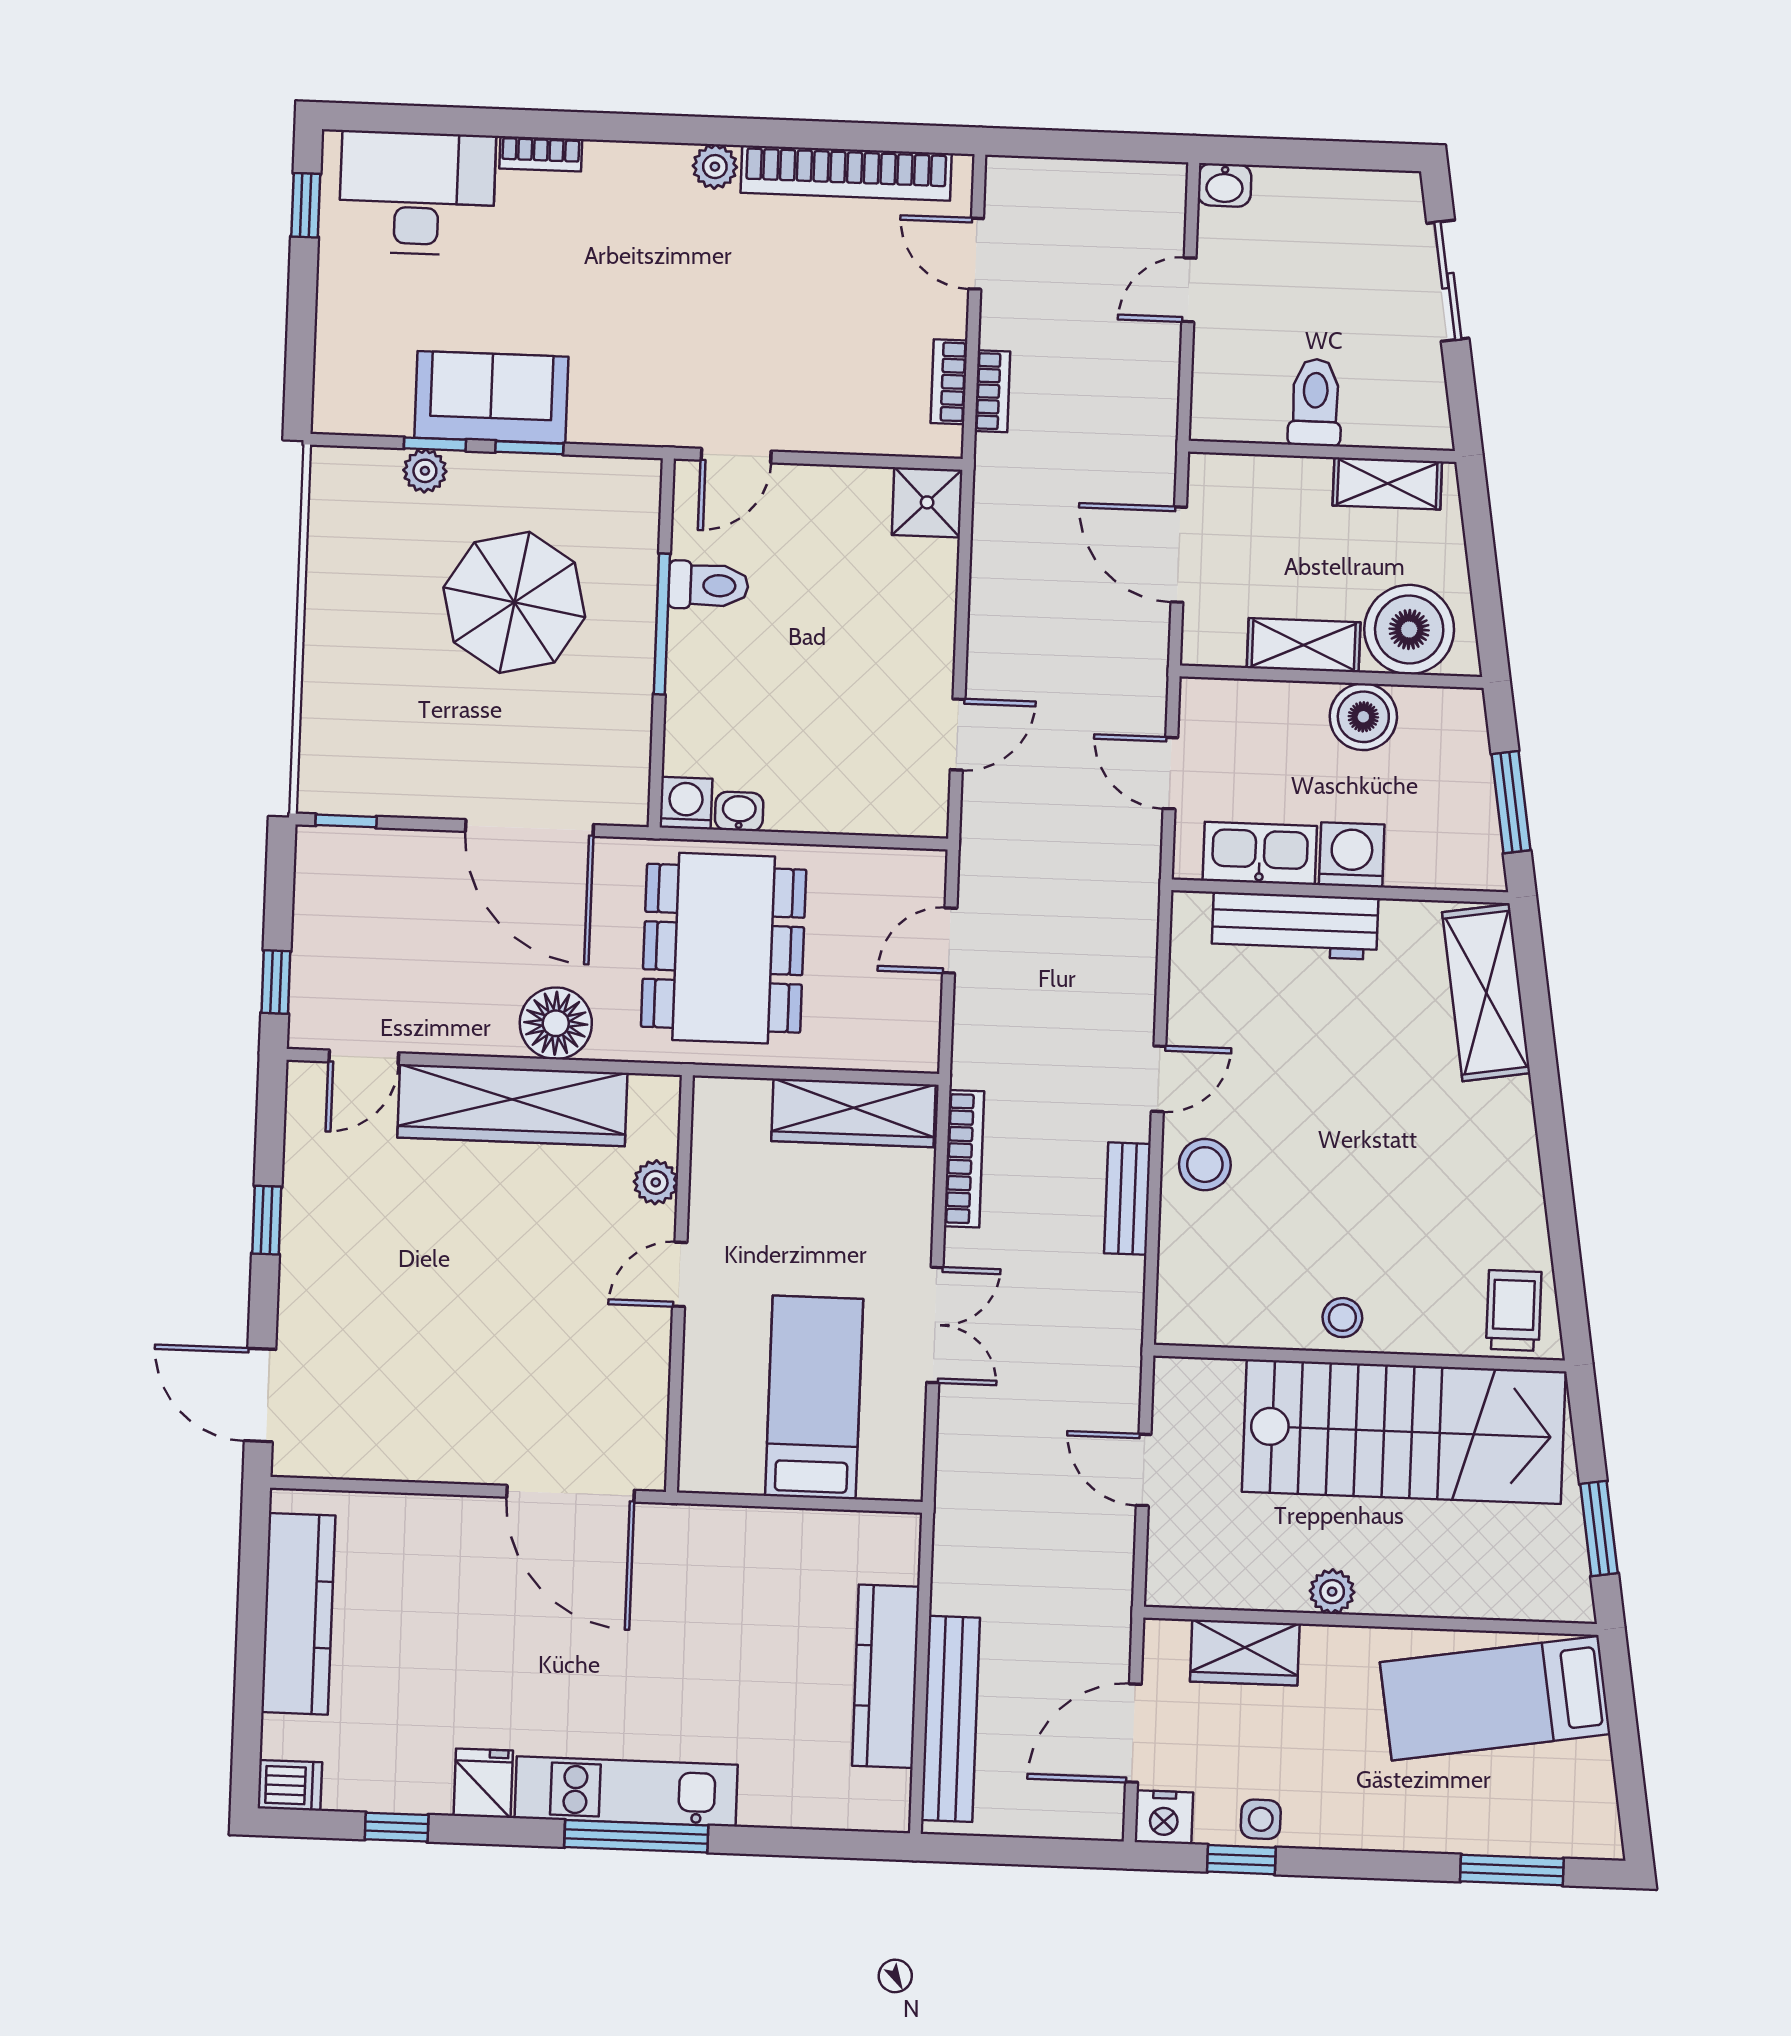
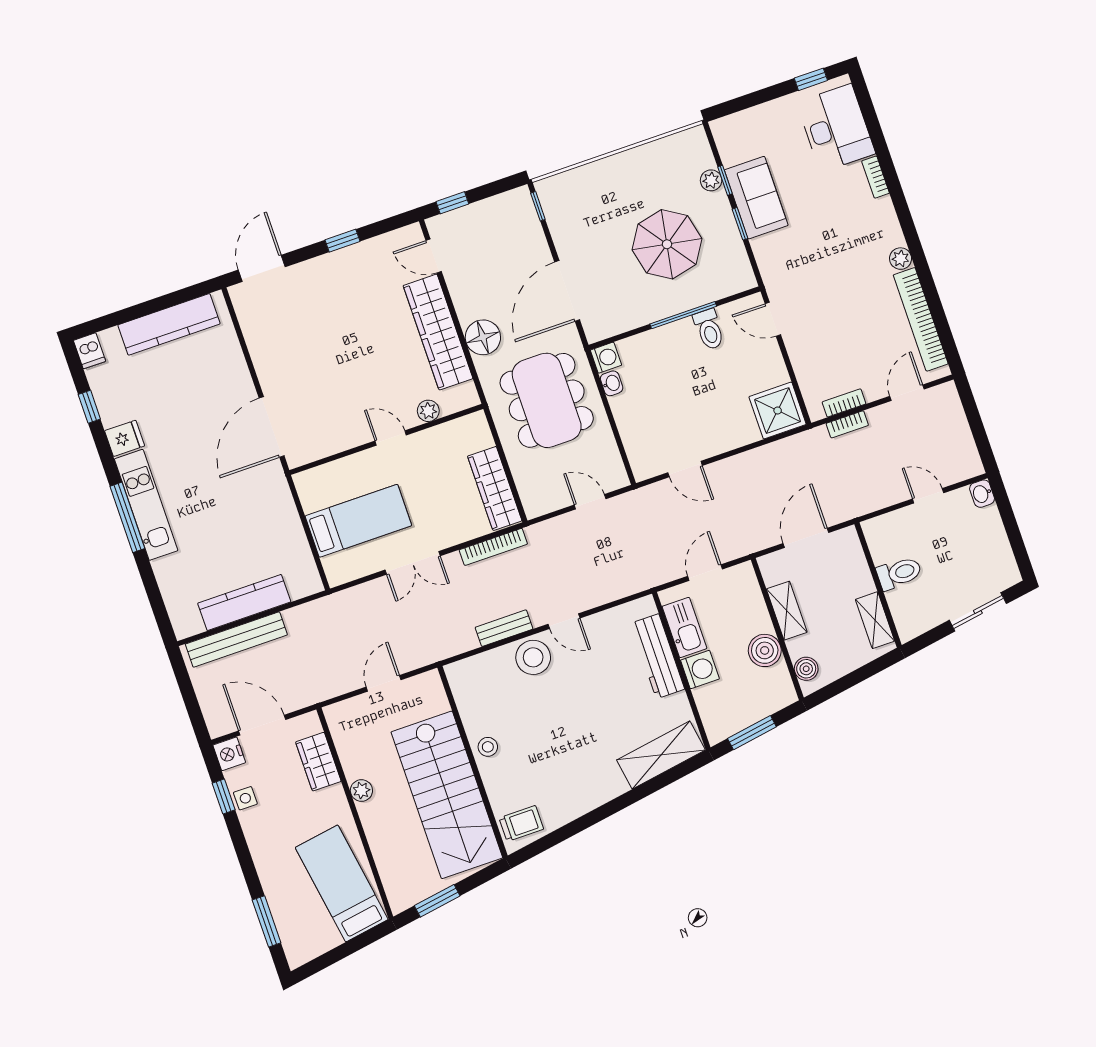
shower: (927, 502) -> (778, 411), width x1.36, depth x1.36
boiler: (1409, 629) -> (806, 669), width x0.54, depth x0.54
dining table: (724, 948) -> (547, 400), turned 90
stool: (1205, 1165) -> (533, 657), width x1.38, depth x1.38

